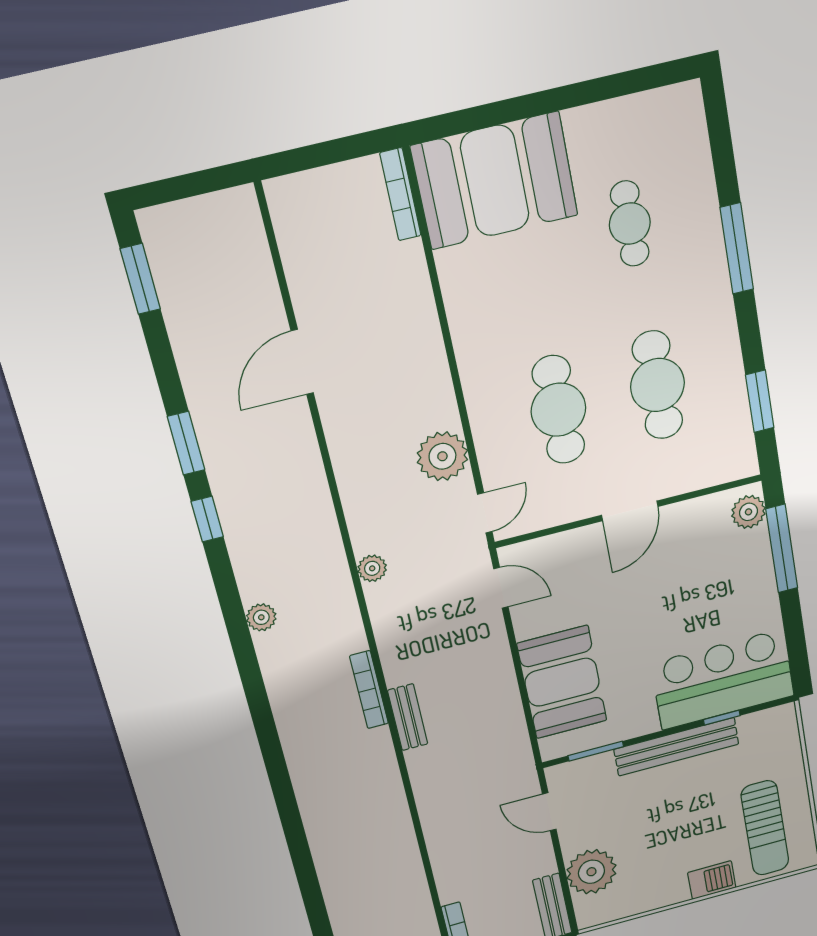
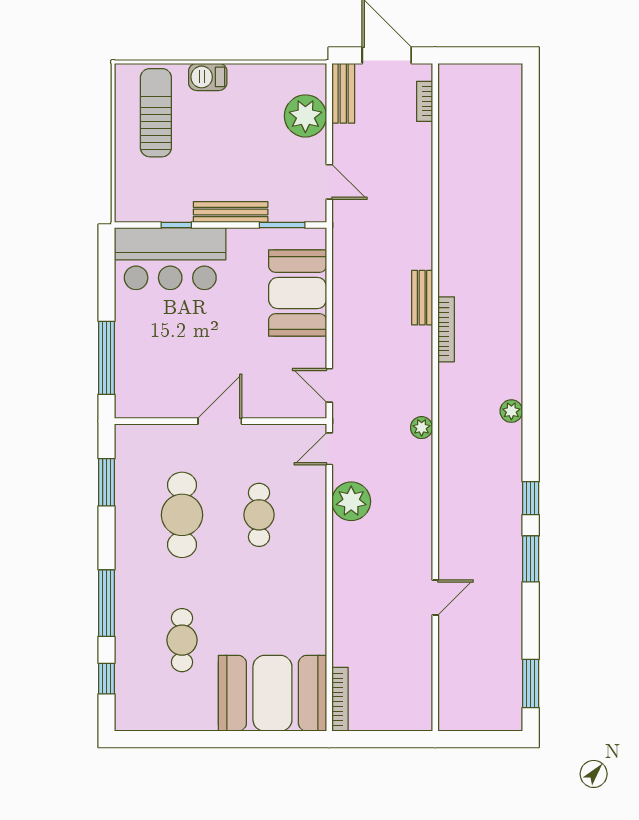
window: (722, 148) -> (107, 679), added
door: (302, 362) -> (435, 597), width x0.73
cafe table: (558, 410) -> (259, 515), width x0.73, depth x0.74
plant: (748, 512) -> (128, 396), removed
bench: (677, 747) -> (231, 212), width x0.73, depth x0.82

